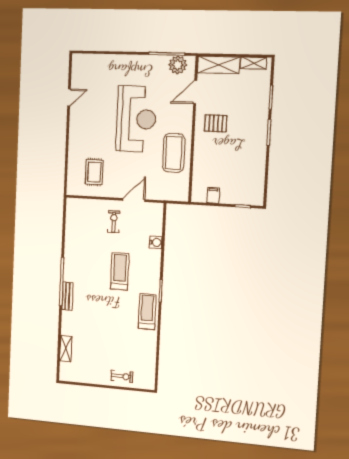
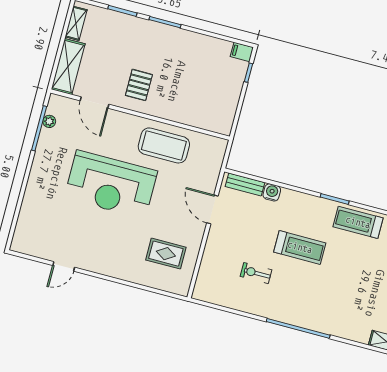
plant: (178, 65) -> (49, 121), width x0.53, depth x0.53
door: (69, 97) -> (64, 266), swing flipped
reception desk: (136, 119) -> (111, 184), turned 180
filing cabinet: (213, 195) -> (242, 52), moved
exercise bike: (114, 222) -> (256, 273), moved
treadmill: (120, 271) -> (300, 247), turned 180
bench: (67, 296) -> (245, 184), moved

